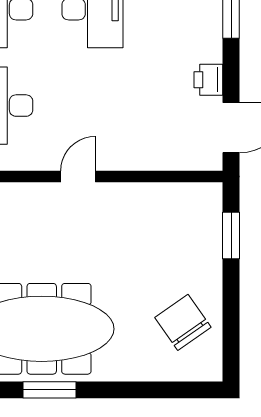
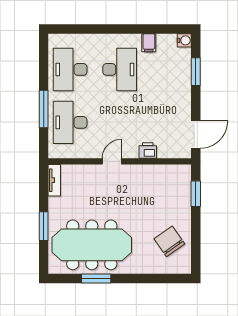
printer: (208, 80) -> (148, 150), moved, turned 90

